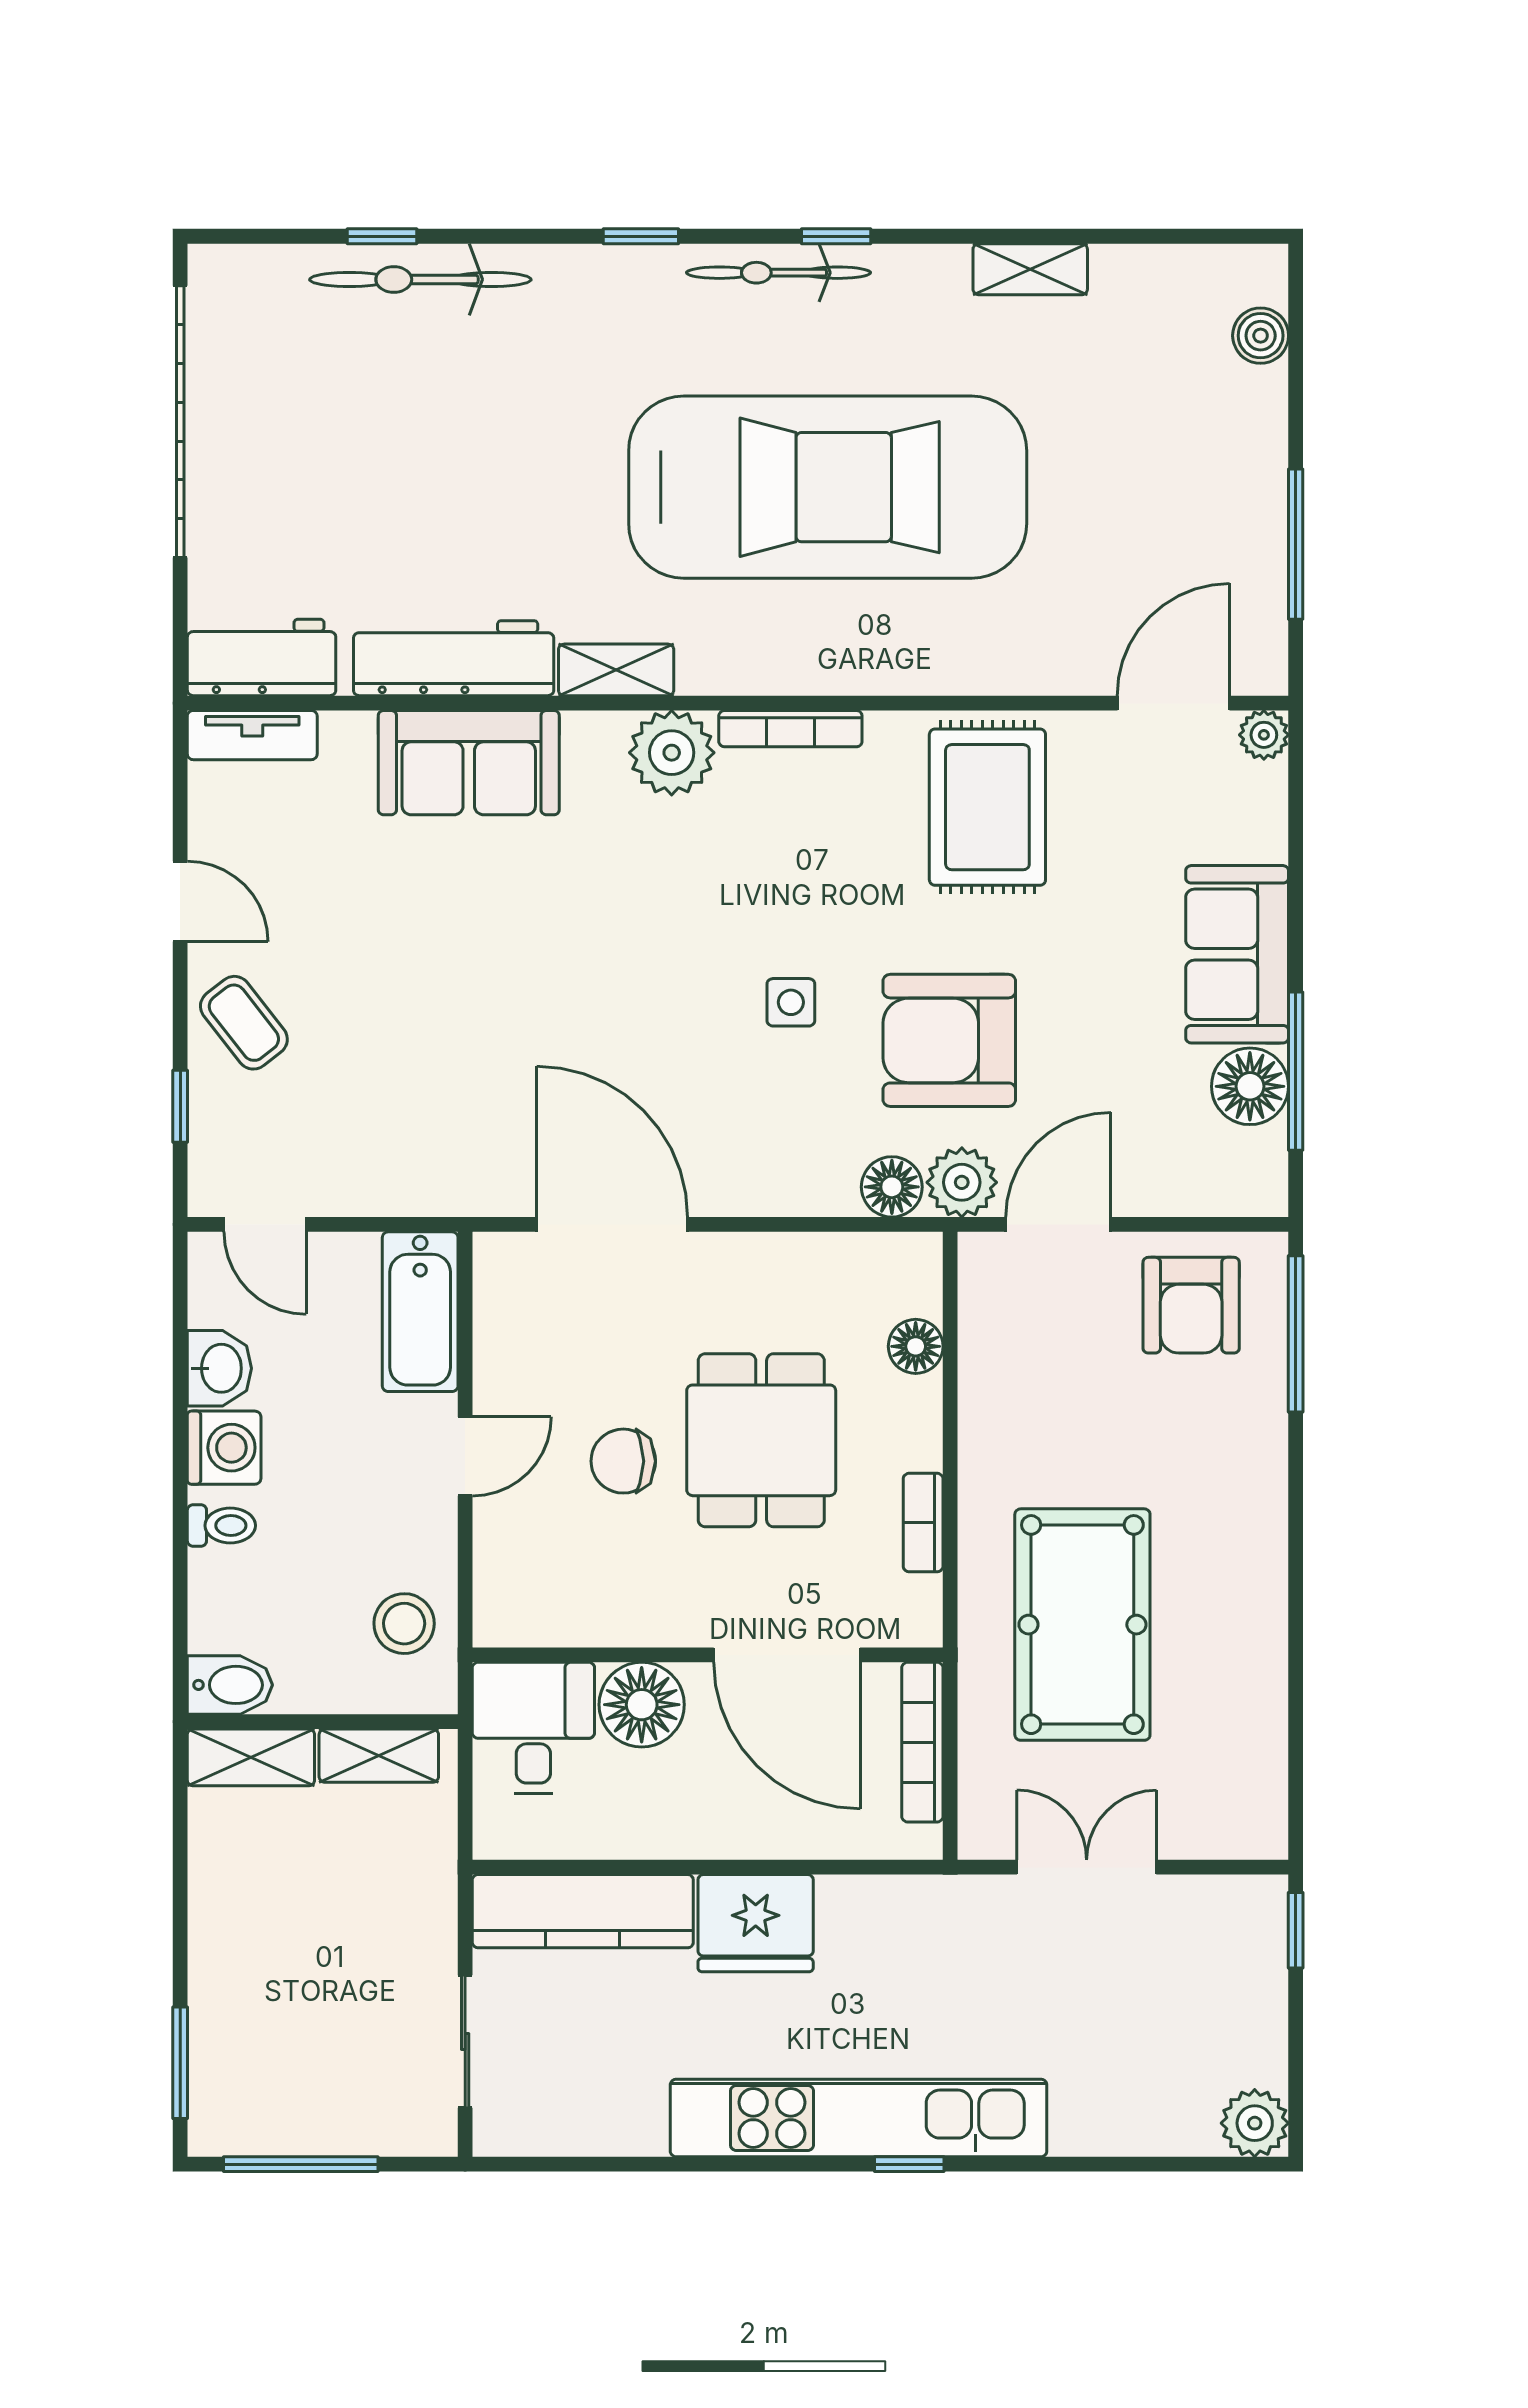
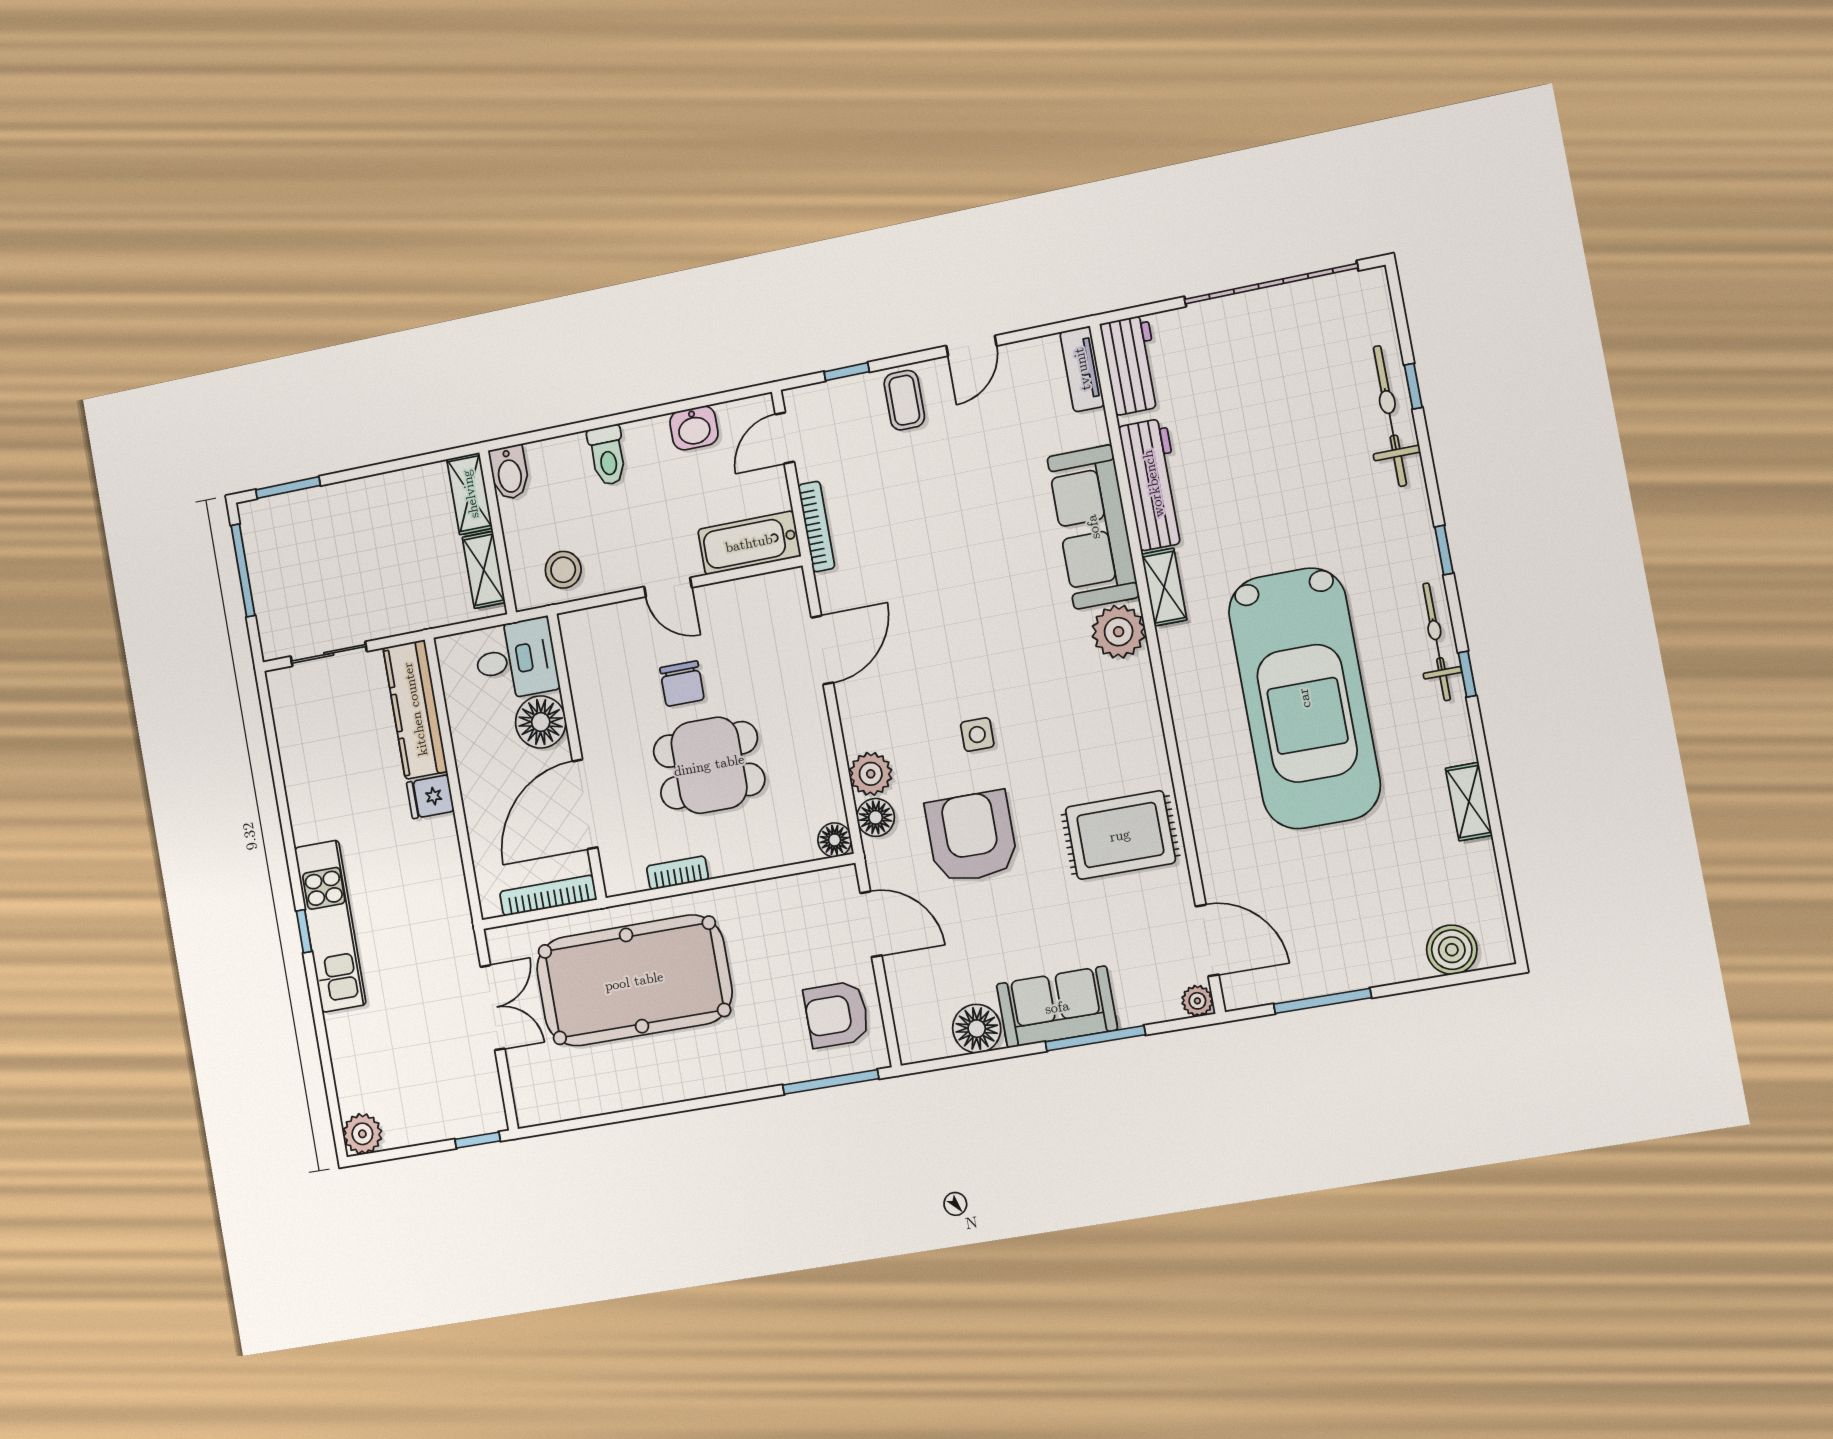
boiler: (1261, 336) -> (1452, 950), width x1.36, depth x1.36
bookcase: (790, 729) -> (816, 527), moved, turned 180
sofa: (469, 763) -> (1093, 527), width x1.36
coffee table: (244, 1023) -> (904, 400), turned -52
window: (1296, 1071) -> (1095, 1038), moved
plant: (962, 1182) -> (871, 774), moved
door: (612, 1224) -> (822, 650), width x0.73
floor lamp: (916, 1346) -> (835, 840), moved
washing machine: (224, 1448) -> (648, 440), removed
chair: (623, 1461) -> (682, 684), turned 180
toilet: (221, 1526) -> (607, 455), width x1.37, depth x1.39
pool table: (1082, 1625) -> (634, 981), width x1.36, depth x1.32
fridge: (756, 1923) -> (430, 797), width x0.53, depth x0.75
kitchen unit: (859, 2118) -> (330, 926), width x0.73

